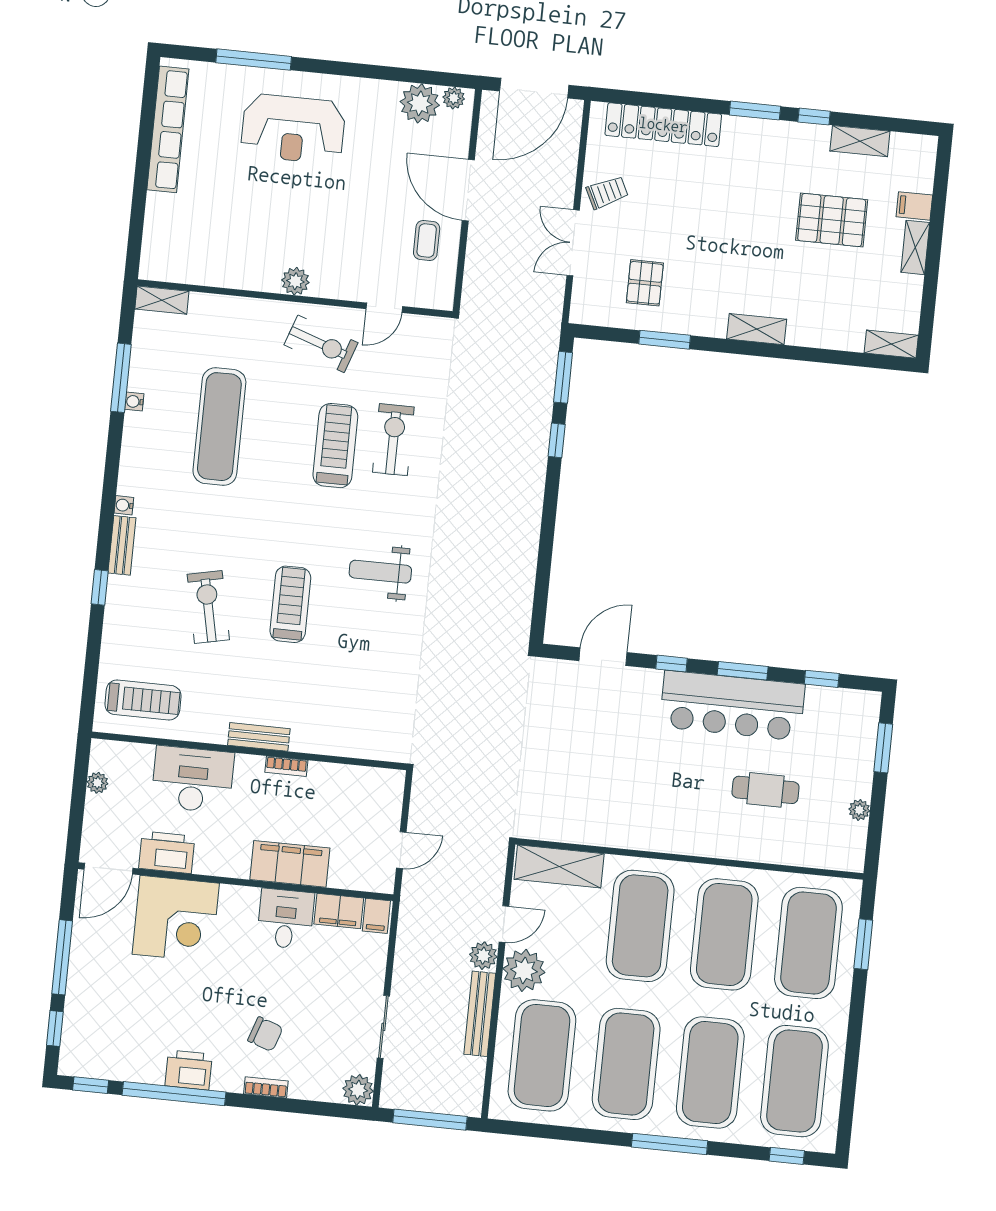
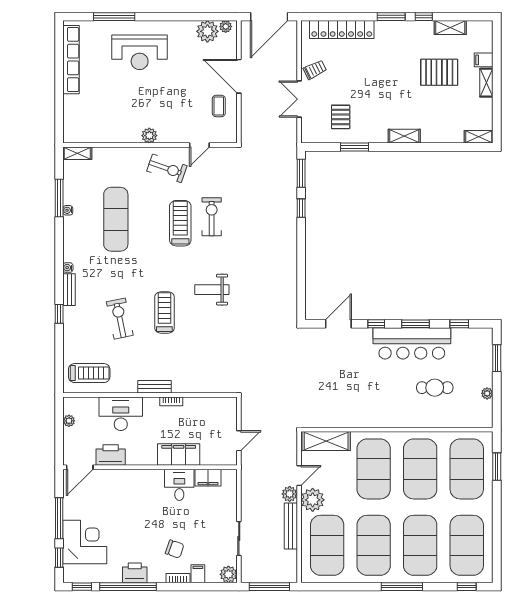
filing cabinet: (376, 916) -> (198, 574), moved, turned 180
corner desk: (176, 919) -> (85, 542), moved, turned -90

